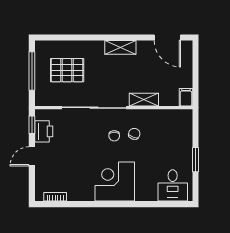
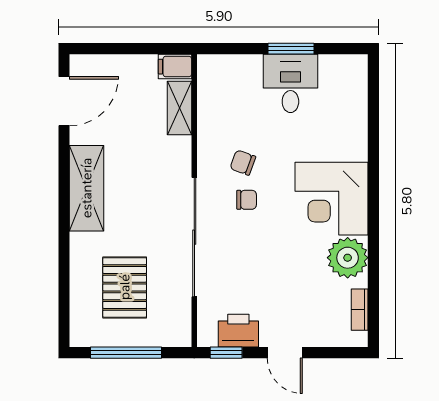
shelving: (120, 47) -> (87, 188), width x1.50, depth x1.33
shelving: (144, 100) -> (179, 108), moved
desk: (173, 185) -> (290, 83), moved, turned -90
plant: (83, 190) -> (348, 258), added

